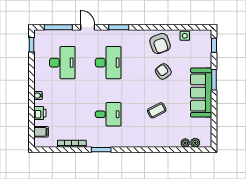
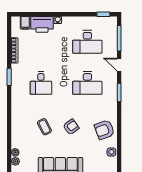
door: (88, 27) -> (119, 65), swing flipped
armchair: (163, 72) -> (71, 127), moved
printer: (40, 113) -> (42, 24), width x1.87, depth x1.48

